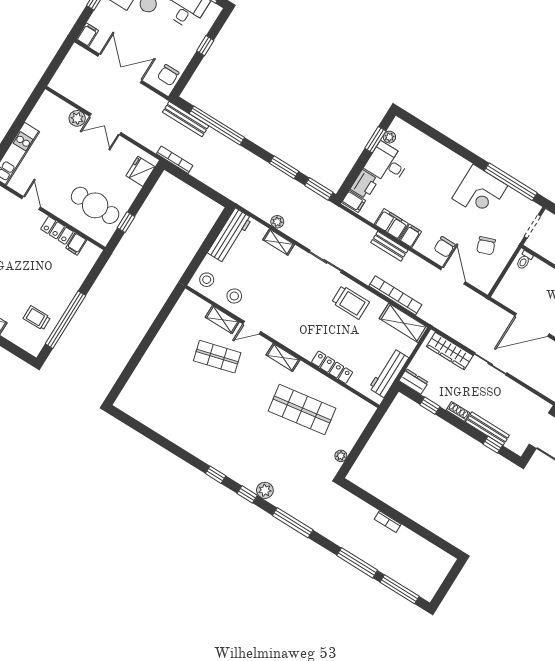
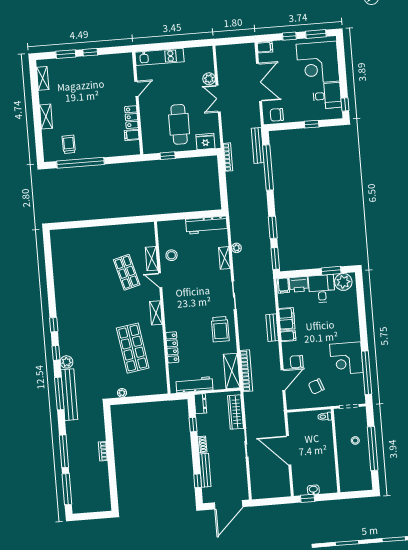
plant: (389, 137) -> (343, 282), width x1.87, depth x1.87
cafe table: (95, 205) -> (179, 124), moved
stool: (207, 280) -> (169, 231), removed
bookcase: (395, 295) -> (246, 371), moved
bench: (302, 513) -> (69, 395), added

